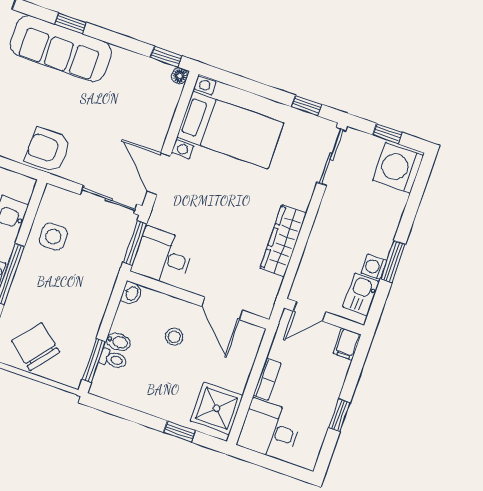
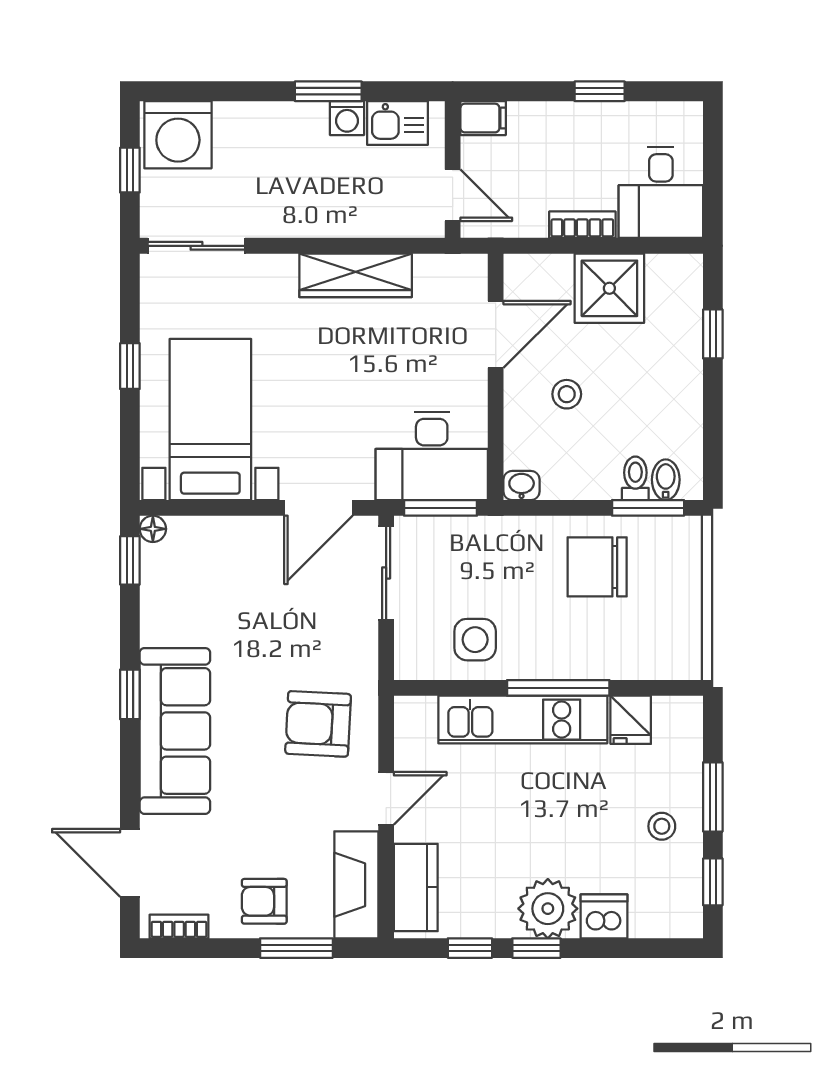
window: (71, 23) -> (130, 694), moved
window: (307, 105) -> (130, 366), moved
armchair: (48, 150) -> (318, 724), moved, turned 93
desk: (163, 257) -> (432, 456), width x1.37
bidet: (118, 342) -> (666, 480), moved
chair: (36, 347) -> (597, 567), moved, turned 51
shower: (217, 408) -> (609, 288), moved

